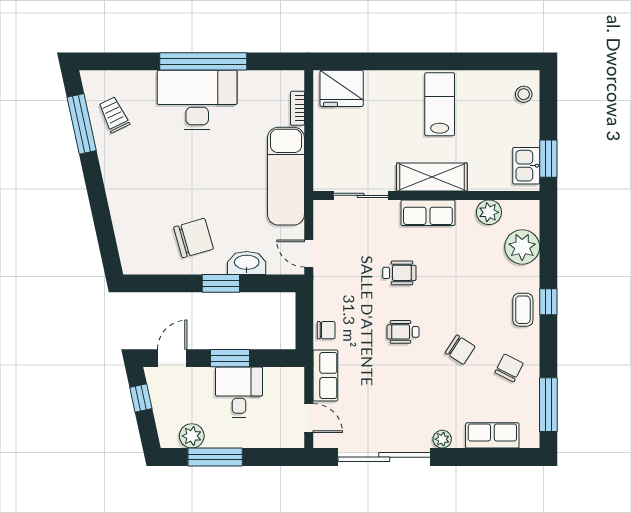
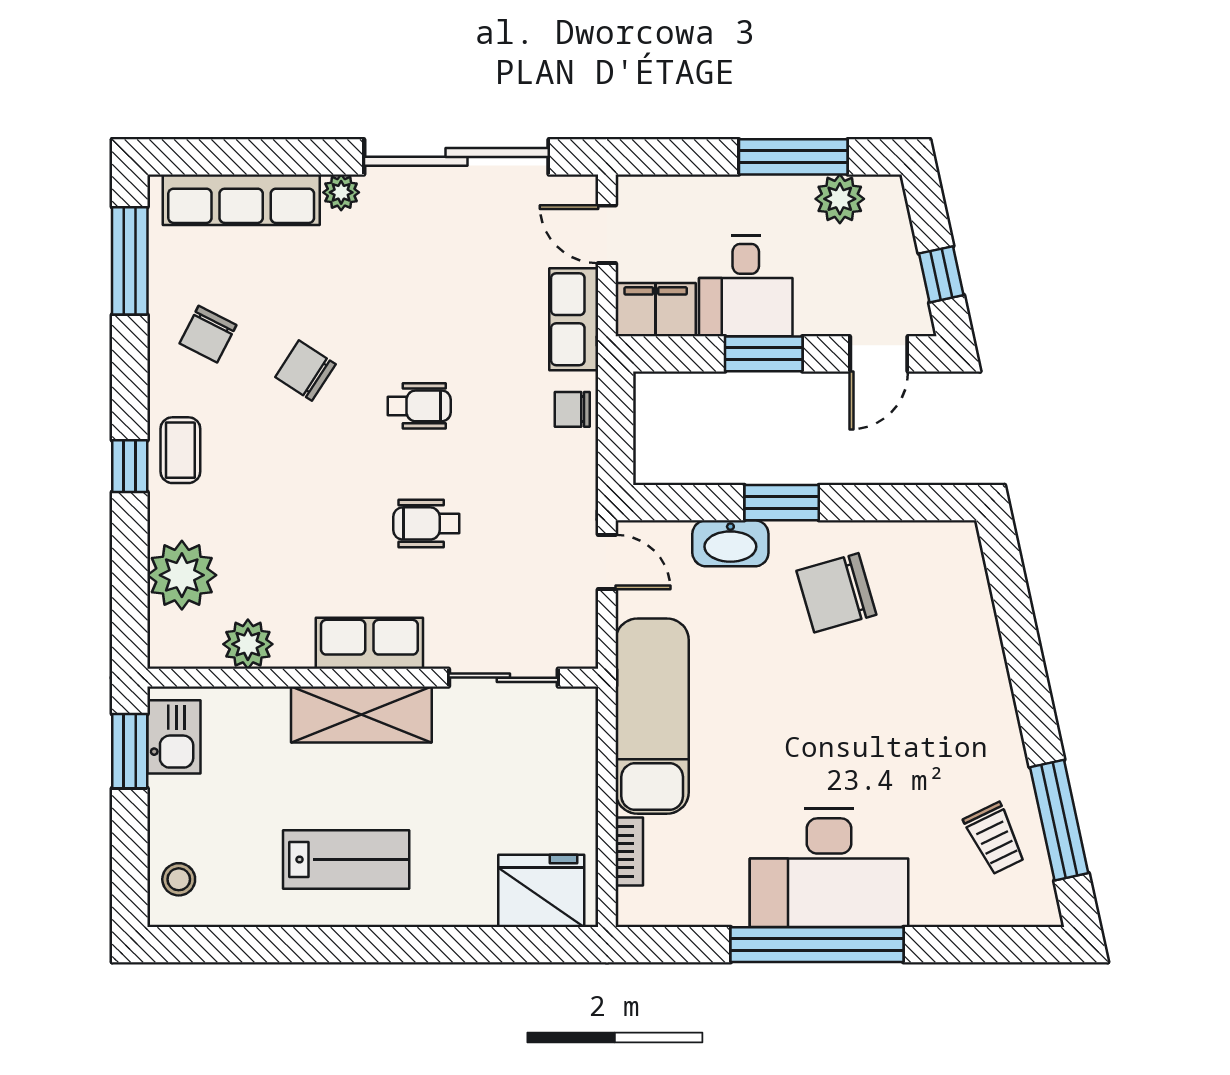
lab bench: (440, 104) -> (346, 859), turned -90
filing cabinet: (284, 380) -> (656, 310), added
row of seats: (492, 435) -> (241, 200), width x1.48

